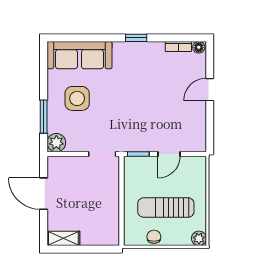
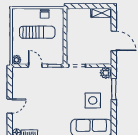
door: (169, 154) -> (35, 66), hinge flipped
plant: (199, 238) -> (17, 60), moved

